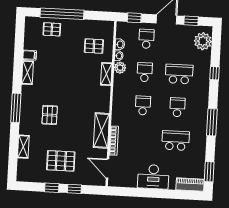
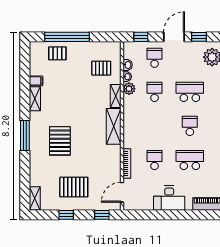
school desk: (143, 105) -> (155, 160), moved
pallet: (50, 115) -> (60, 141), width x1.50, depth x1.42
shelving: (101, 131) -> (114, 126), moved
shelving: (23, 147) -> (35, 198), moved
door: (108, 168) -> (122, 192), hinge flipped
window: (74, 189) -> (102, 215), moved

